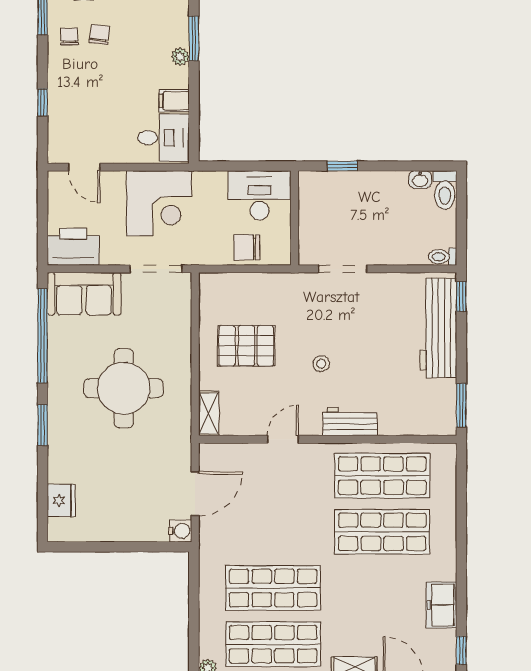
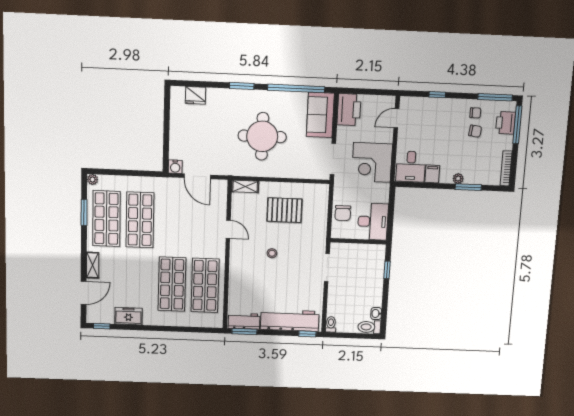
chair: (247, 247) -> (343, 213), turned 180
pallet: (246, 346) -> (284, 210), turned 90
workbench: (350, 422) -> (244, 321), moved, turned -90

